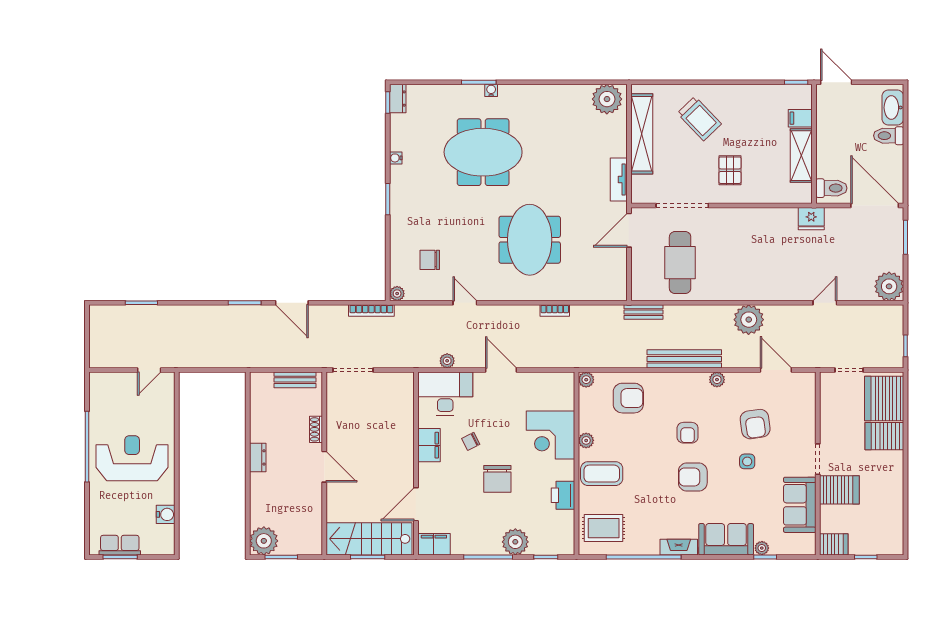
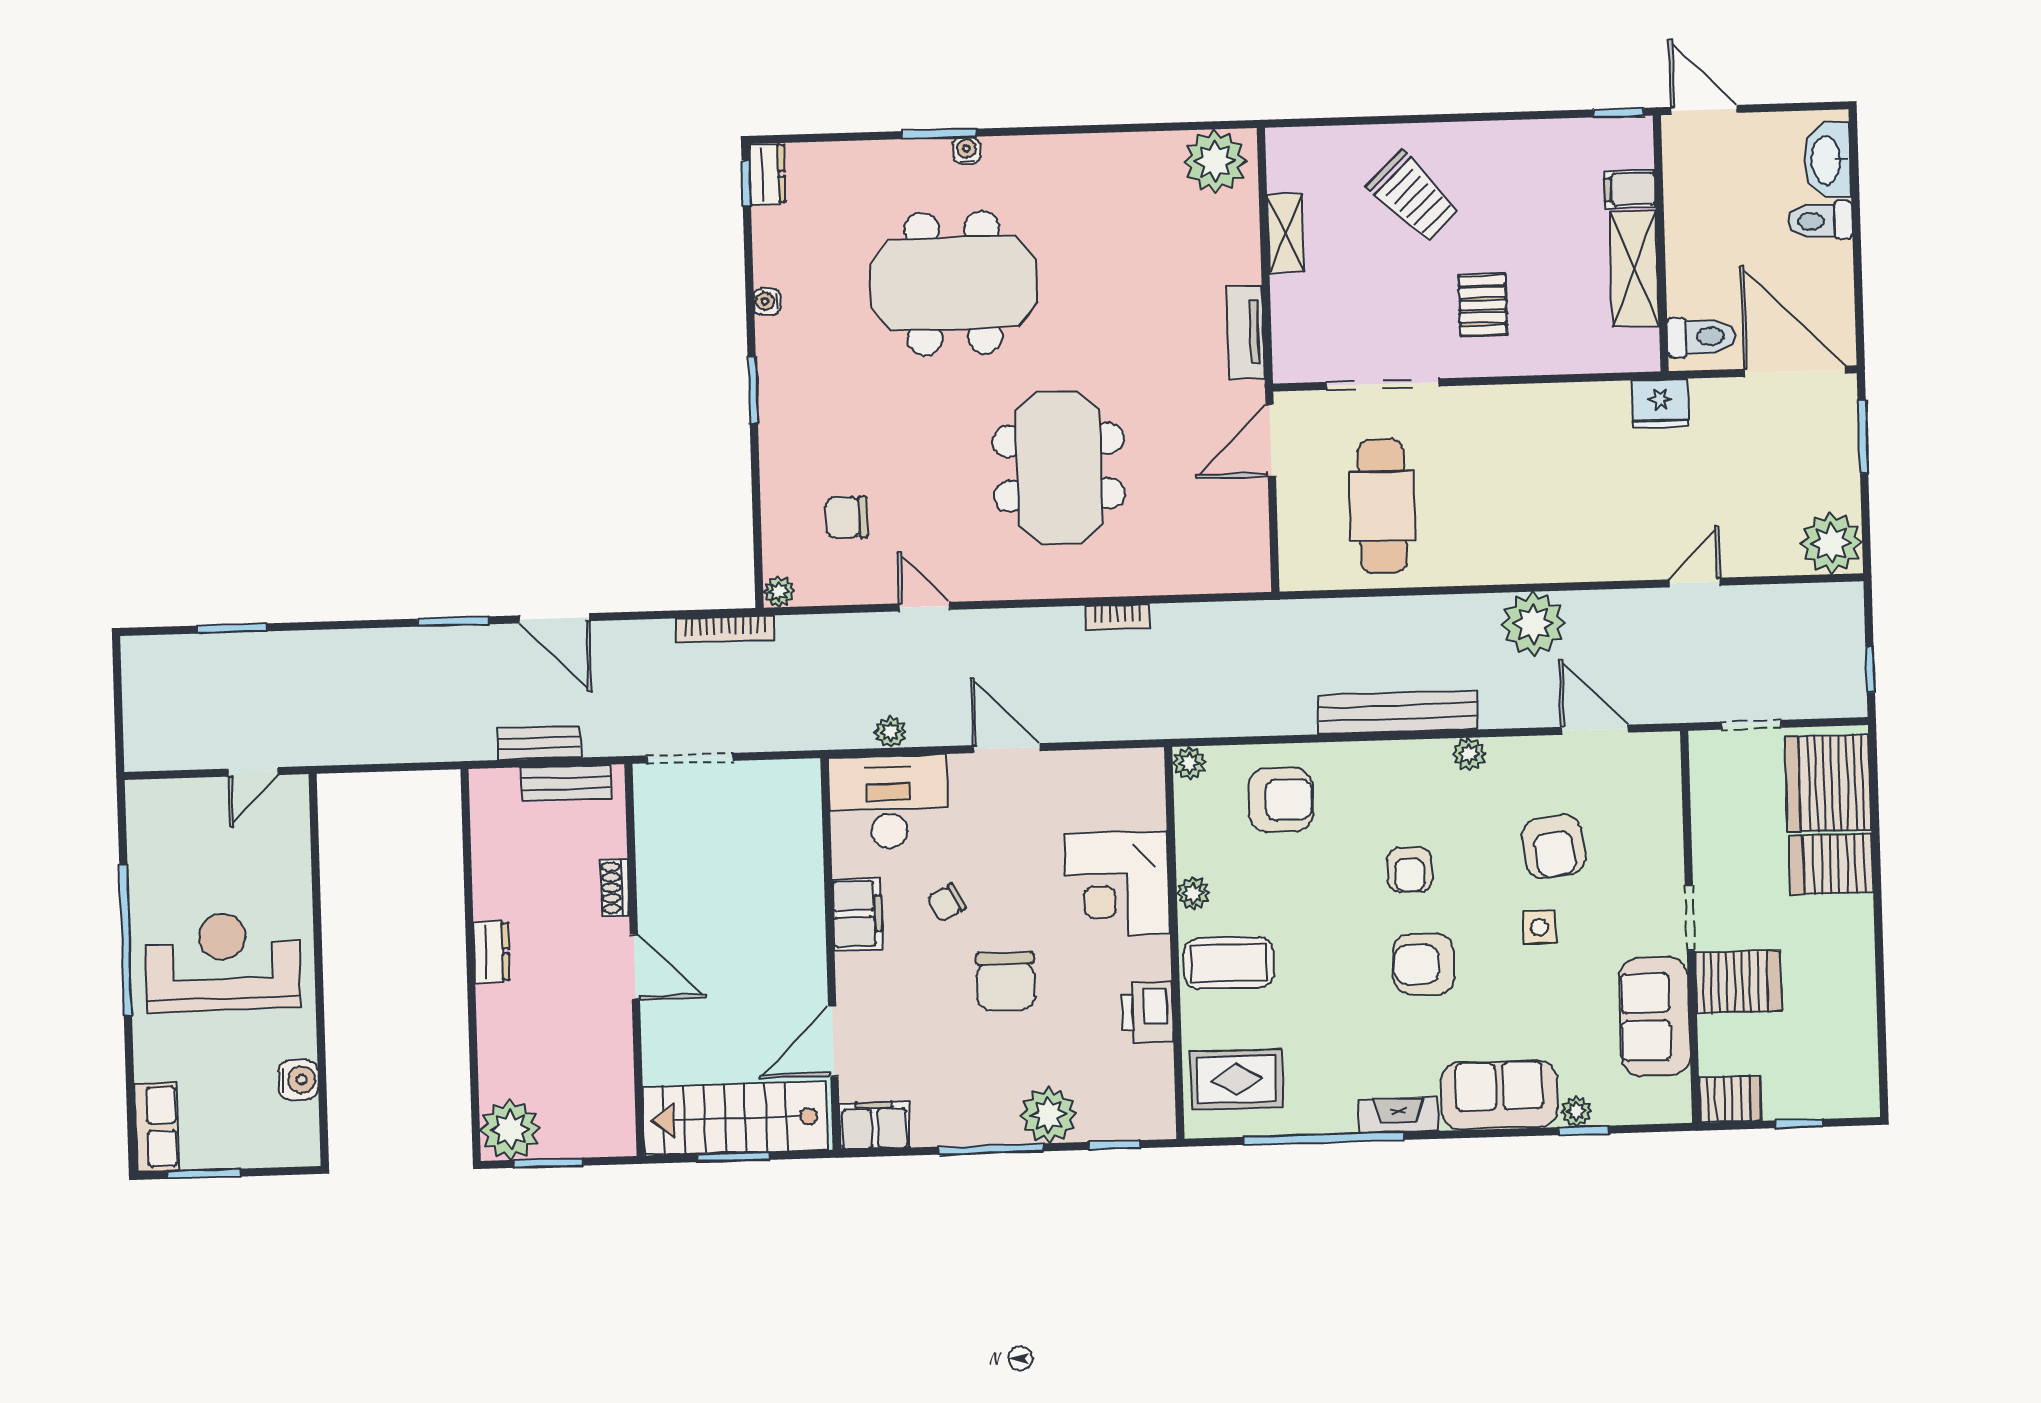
shelving: (642, 134) -> (1286, 233), width x0.45, depth x0.75
bench: (643, 312) -> (539, 743), moved
row of seats: (120, 545) -> (157, 1127), moved, turned 90

